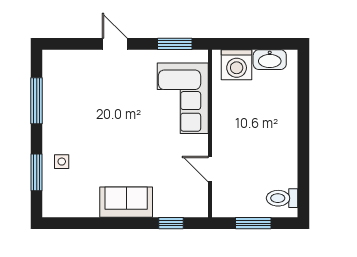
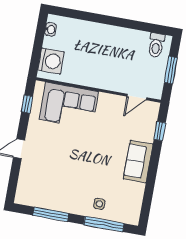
window: (175, 44) -> (27, 104), width x0.67
washbasin: (270, 60) -> (50, 29), width x0.52, depth x0.69
door: (210, 169) -> (137, 97), moved
window: (37, 172) -> (104, 224), width x1.44

